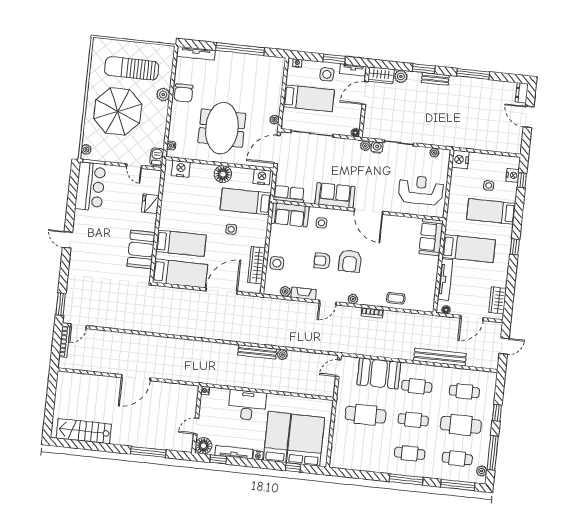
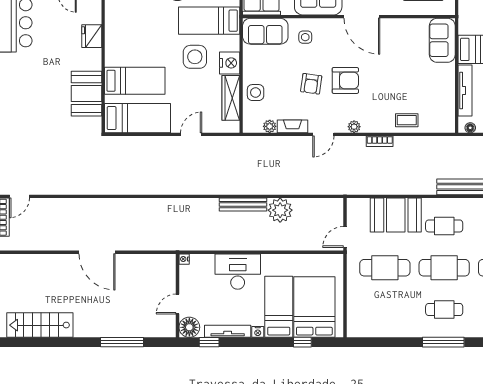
side table: (231, 229) -> (195, 57), width x1.87, depth x1.87
nightstand: (258, 237) -> (230, 63), added
armchair: (322, 261) -> (311, 84), turned -82
armchair: (350, 261) -> (345, 80), turned -90
door: (222, 291) -> (191, 134), width x0.53
plant: (282, 355) -> (280, 210), width x1.88, depth x1.88
door: (338, 368) -> (345, 237), moved
door: (136, 378) -> (97, 252), hinge flipped
cafe table: (413, 420) -> (444, 268), width x1.37, depth x1.35

